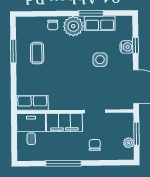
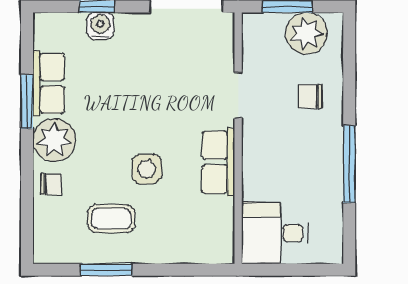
side table: (100, 60) -> (147, 169), moved
row of seats: (32, 103) -> (218, 162), moved
filing cabinet: (64, 122) -> (261, 161), removed
plant: (129, 143) -> (306, 33), width x1.87, depth x1.87

